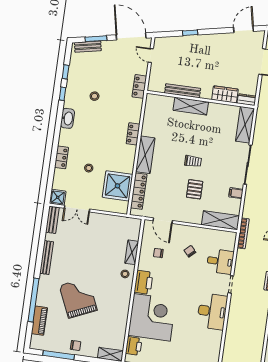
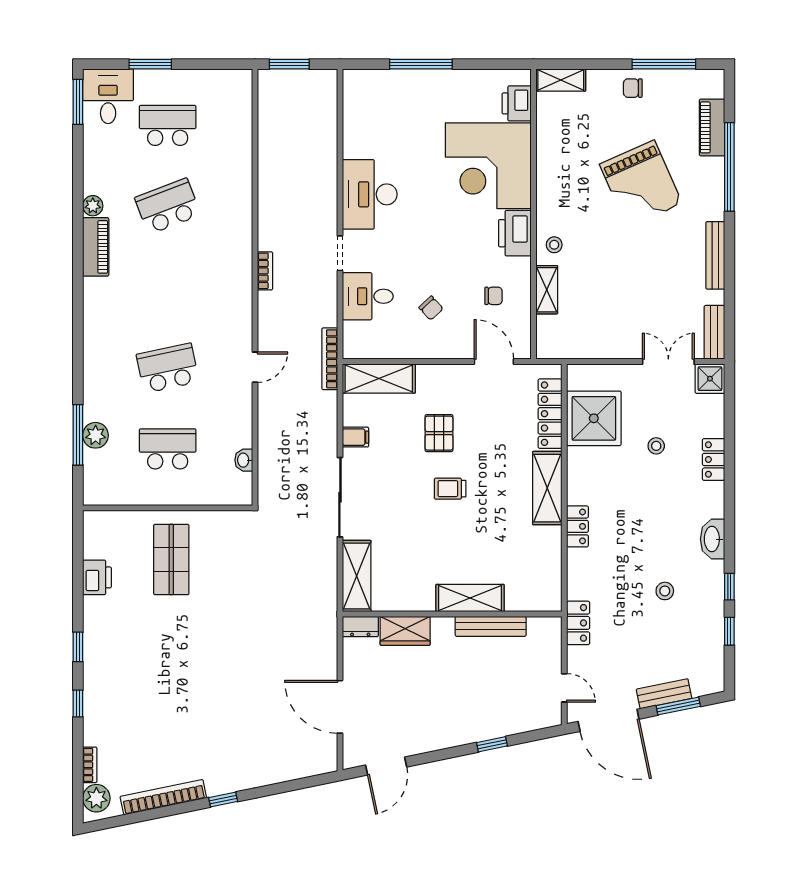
bench: (88, 47) -> (664, 694), moved

